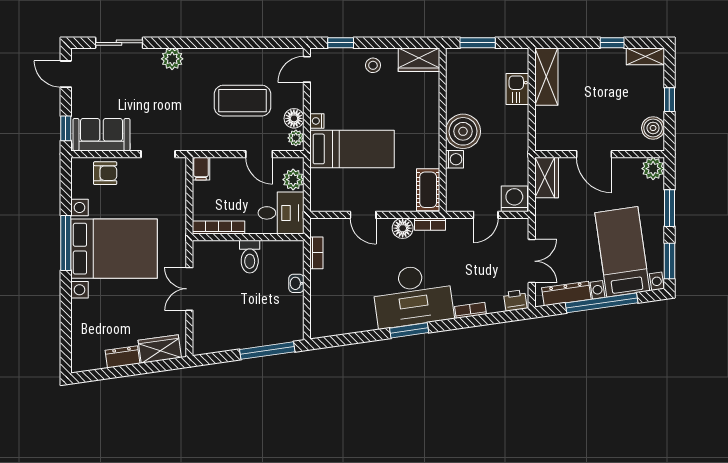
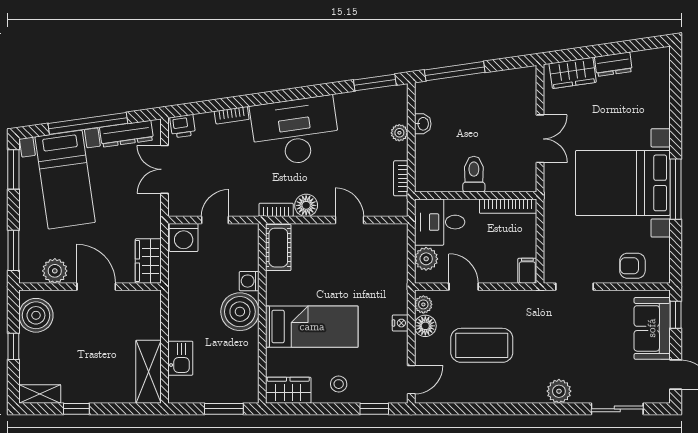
boiler: (653, 128) -> (36, 315), width x1.37, depth x1.37
sofa: (101, 135) -> (652, 328), moved, turned 90
bed: (352, 149) -> (312, 327), moved, turned 180
plant: (653, 169) -> (55, 271), moved
window: (669, 208) -> (13, 250), moved
washbasin: (296, 283) -> (423, 124), moved
plant: (318, 294) -> (399, 133), added
window: (409, 330) -> (375, 83), moved

